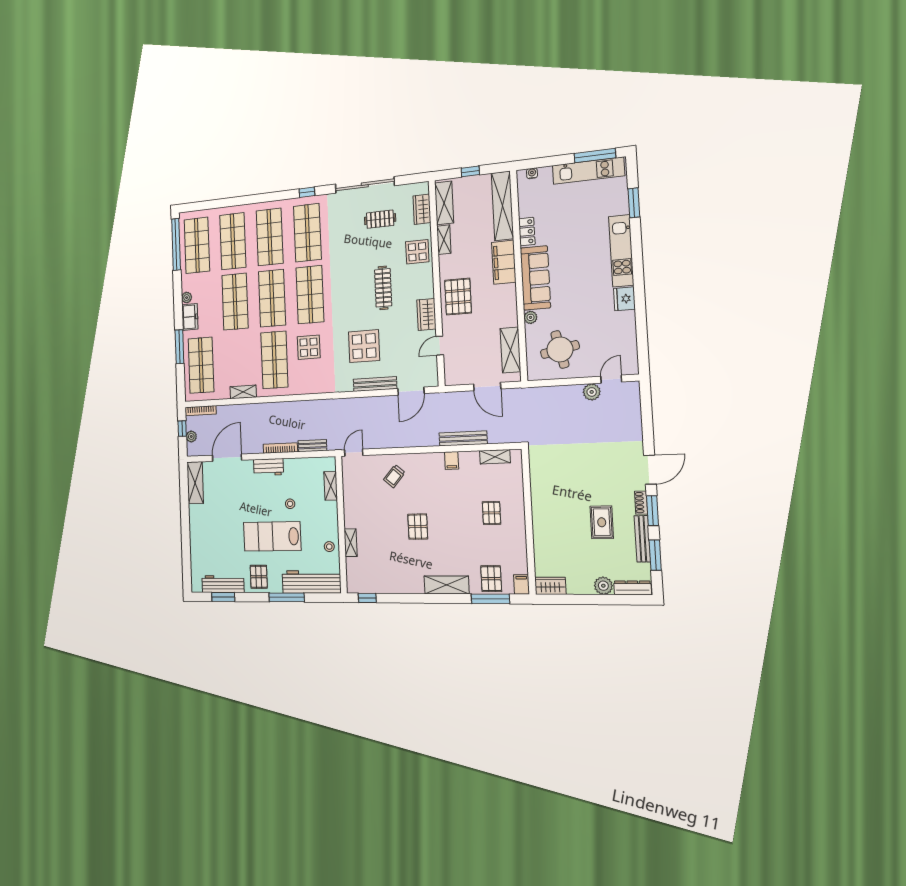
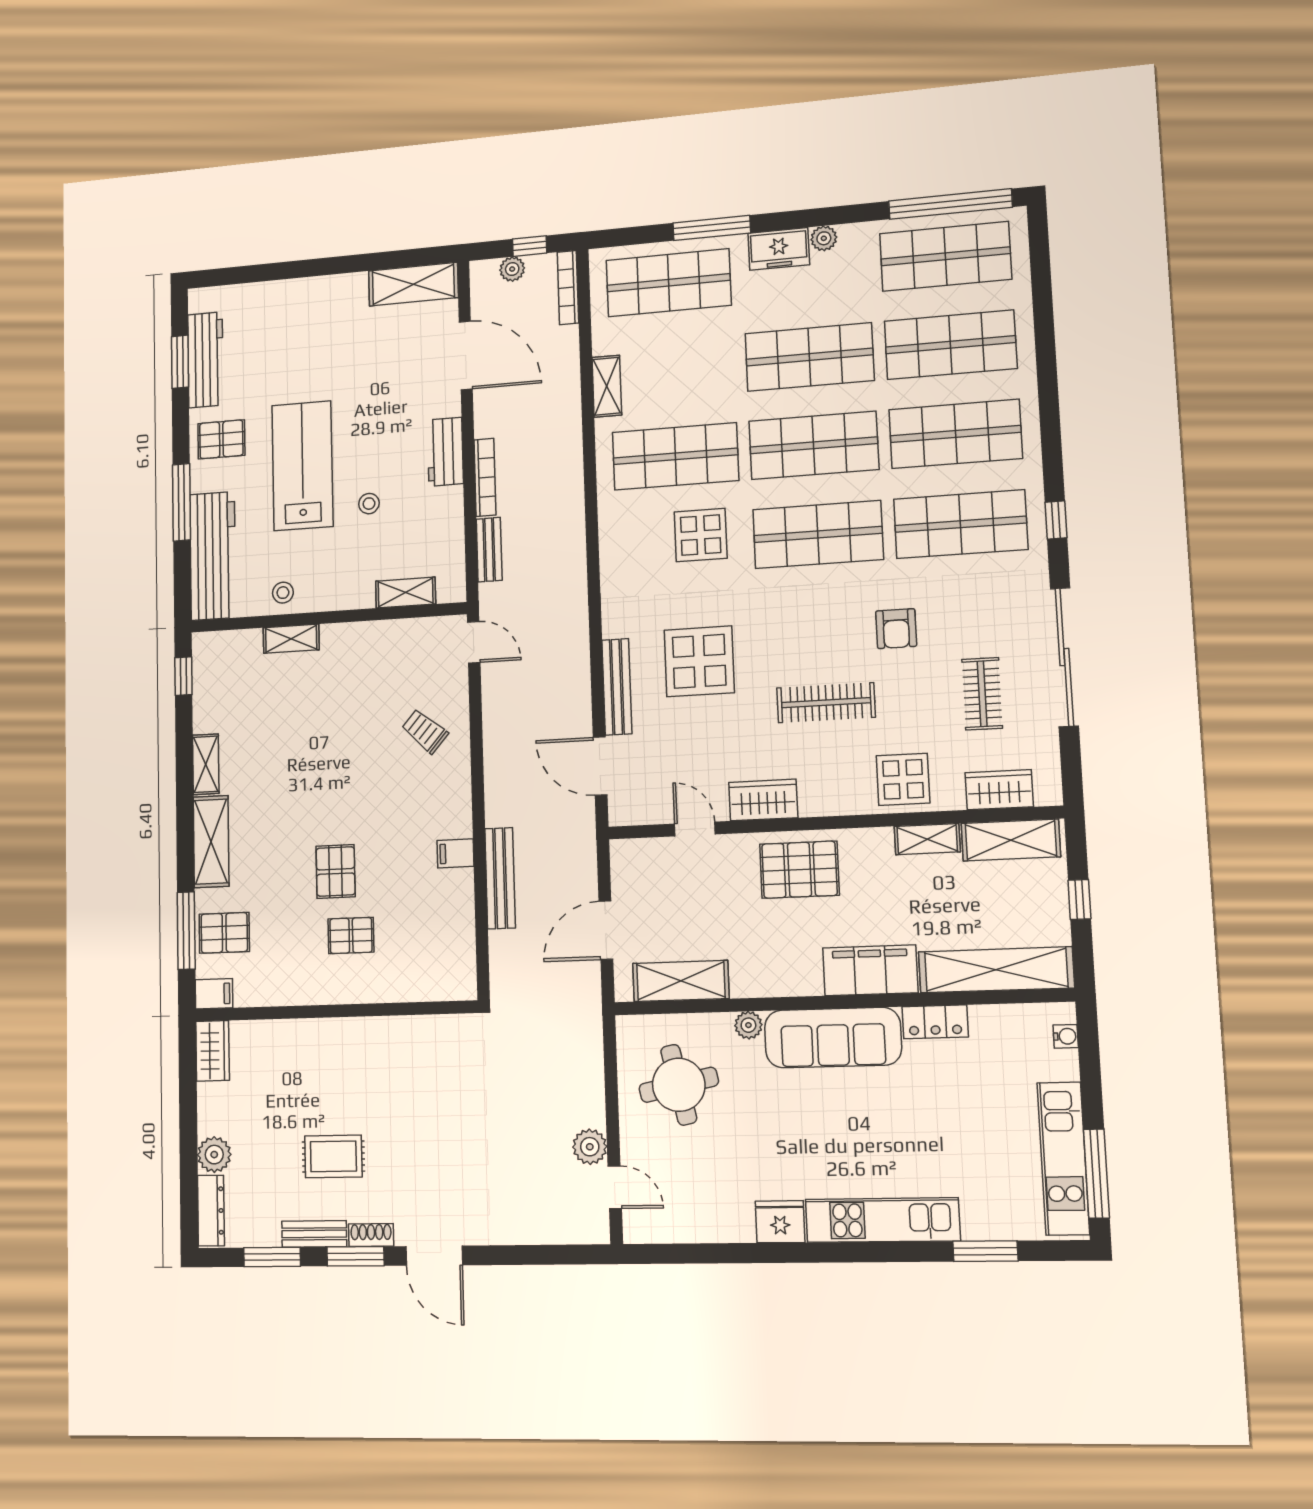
armchair: (351, 258) -> (896, 629), added
shelving: (495, 457) -> (206, 764), moved
pallet: (418, 527) -> (336, 871), moved, turned 90
bench: (642, 539) -> (314, 1234), width x0.73

